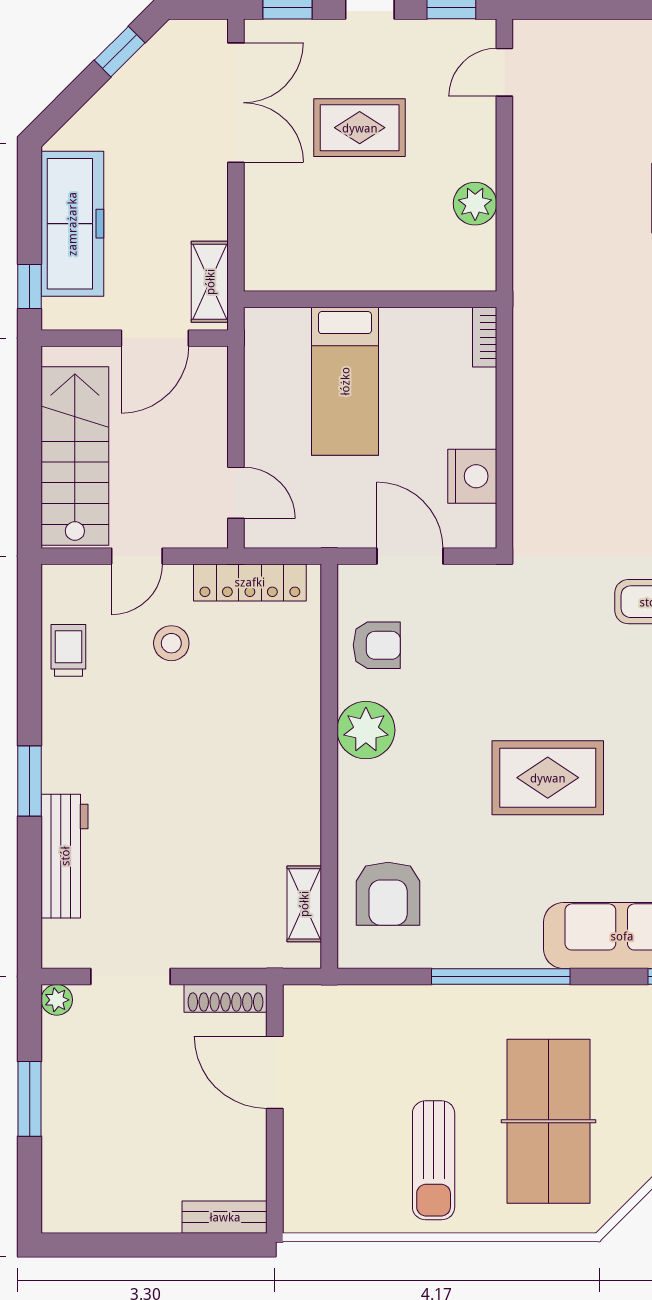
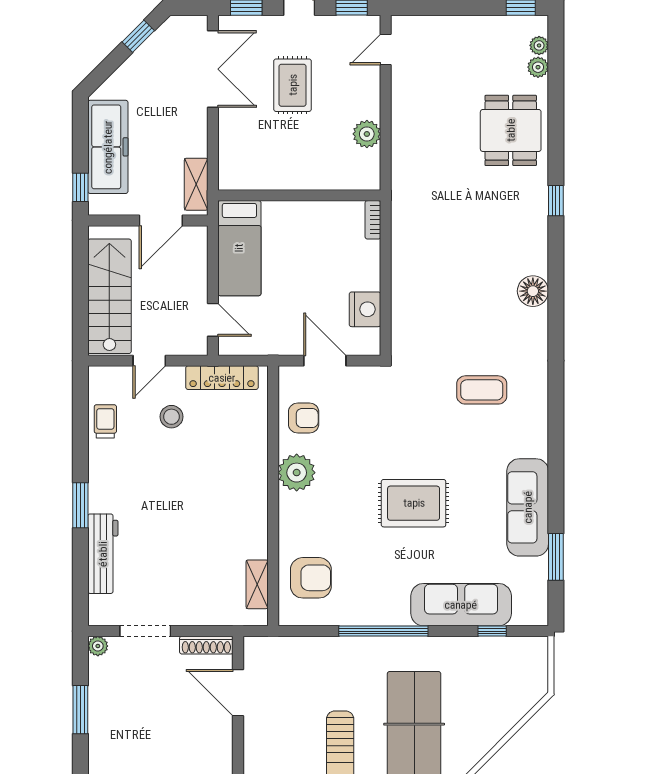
rug: (360, 128) -> (293, 85), turned 90
bed: (345, 381) -> (239, 248), moved
armchair: (388, 894) -> (311, 578), turned -90

